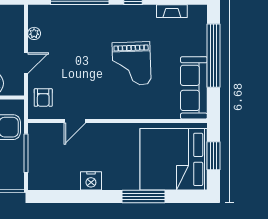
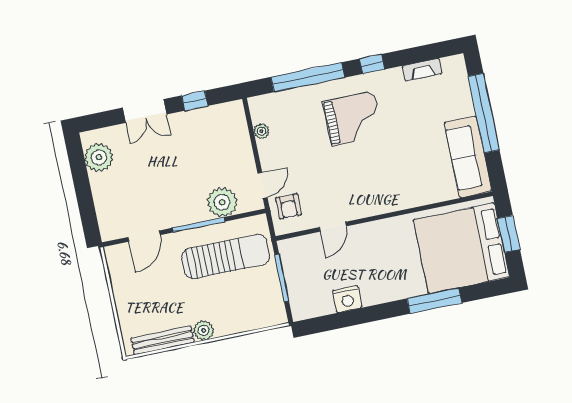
door: (26, 63) -> (262, 185), moved
grand piano: (132, 64) -> (353, 118), moved, turned -88
nightstand: (91, 181) -> (347, 299), moved

